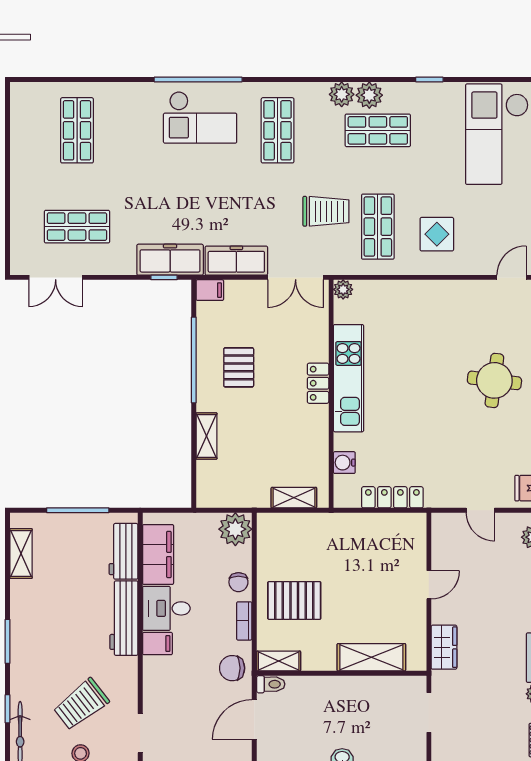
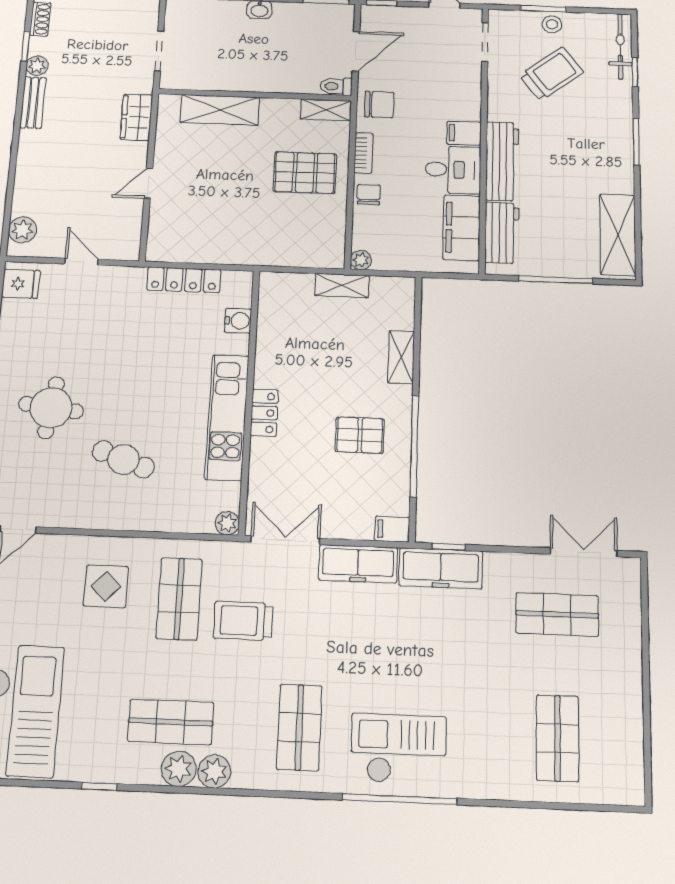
cafe table: (431, 339) -> (123, 459), added
pallet: (239, 367) -> (360, 435), turned 90
shelving: (294, 498) -> (342, 285), moved
plant: (235, 529) -> (361, 260), width x0.53, depth x0.53
shelving: (21, 554) -> (618, 235), width x1.50, depth x1.33

